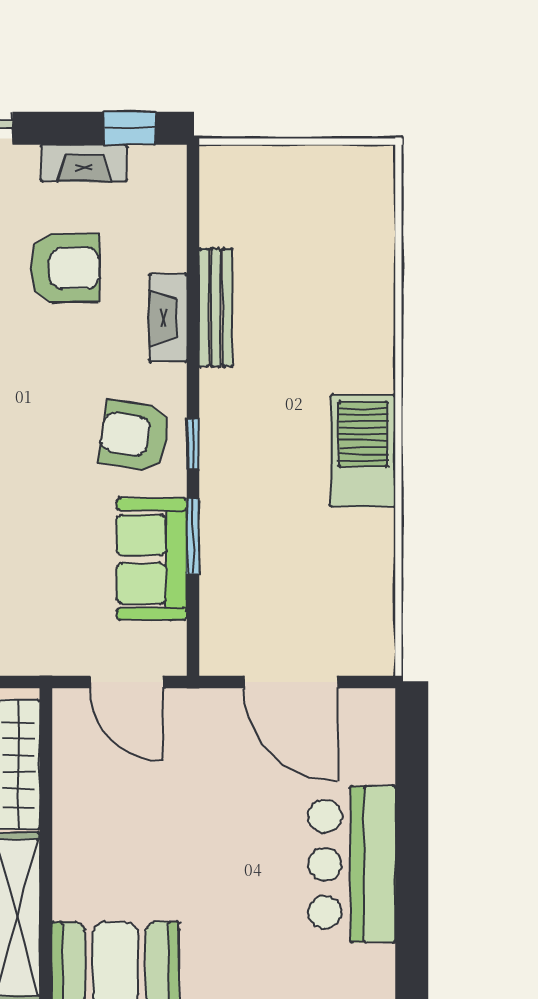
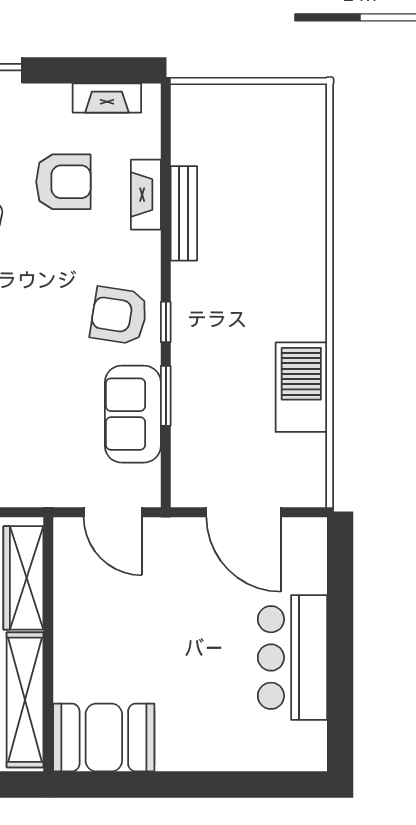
window: (130, 128) -> (115, 70), removed
fireplace: (84, 163) -> (107, 98), moved
fireplace: (168, 318) -> (146, 195), moved
barbecue: (363, 451) -> (301, 387), moved

